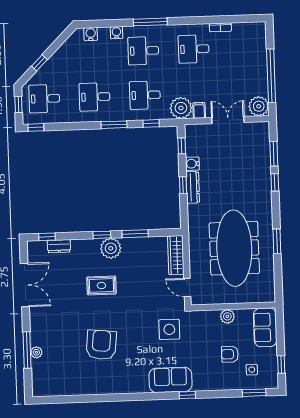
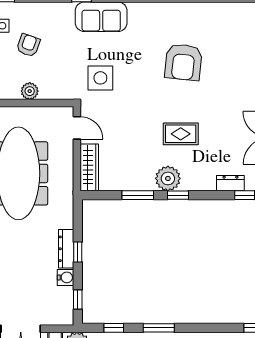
armchair: (230, 354) -> (28, 45), turned -70

